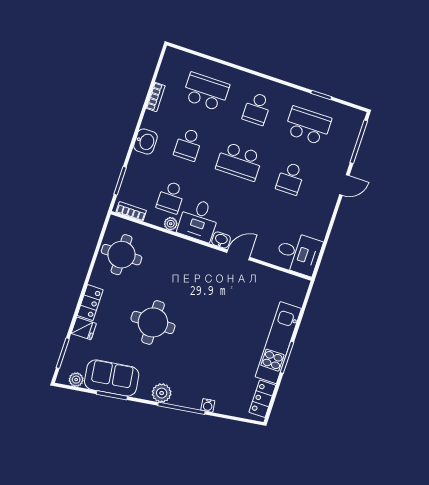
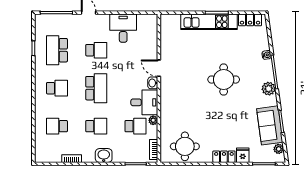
school desk: (206, 92) -> (57, 126), width x0.54
desk: (299, 253) -> (123, 28), moved
round table: (153, 322) -> (224, 80), moved

